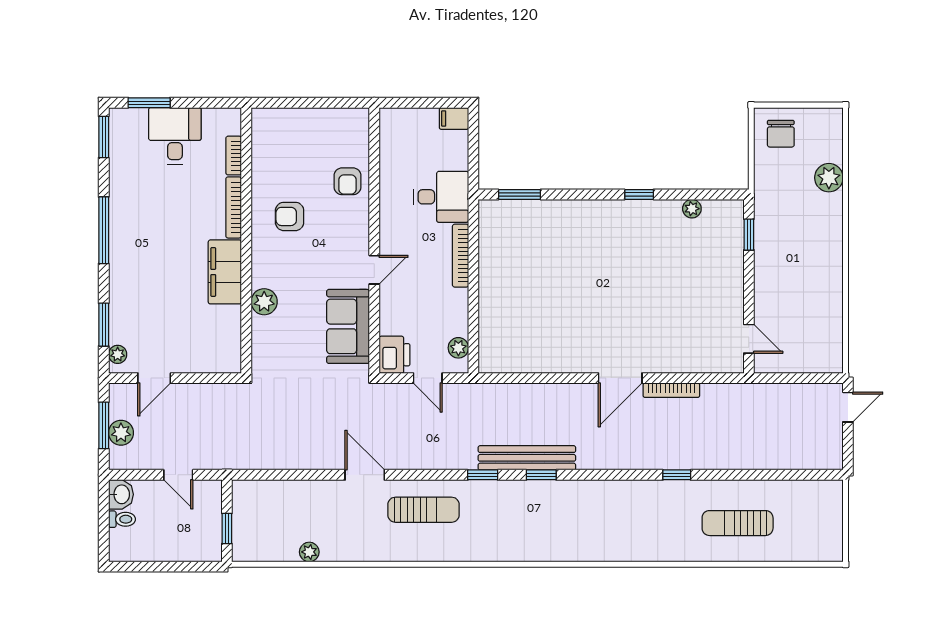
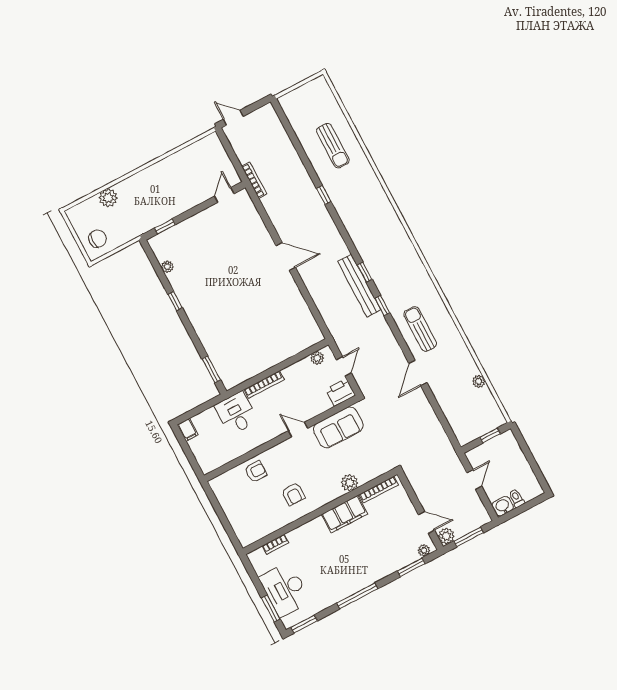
desk: (175, 136) -> (285, 589), width x1.37
bookcase: (234, 207) -> (379, 490), moved
bookcase: (671, 390) -> (254, 180), moved
plant: (121, 433) -> (446, 536), moved

